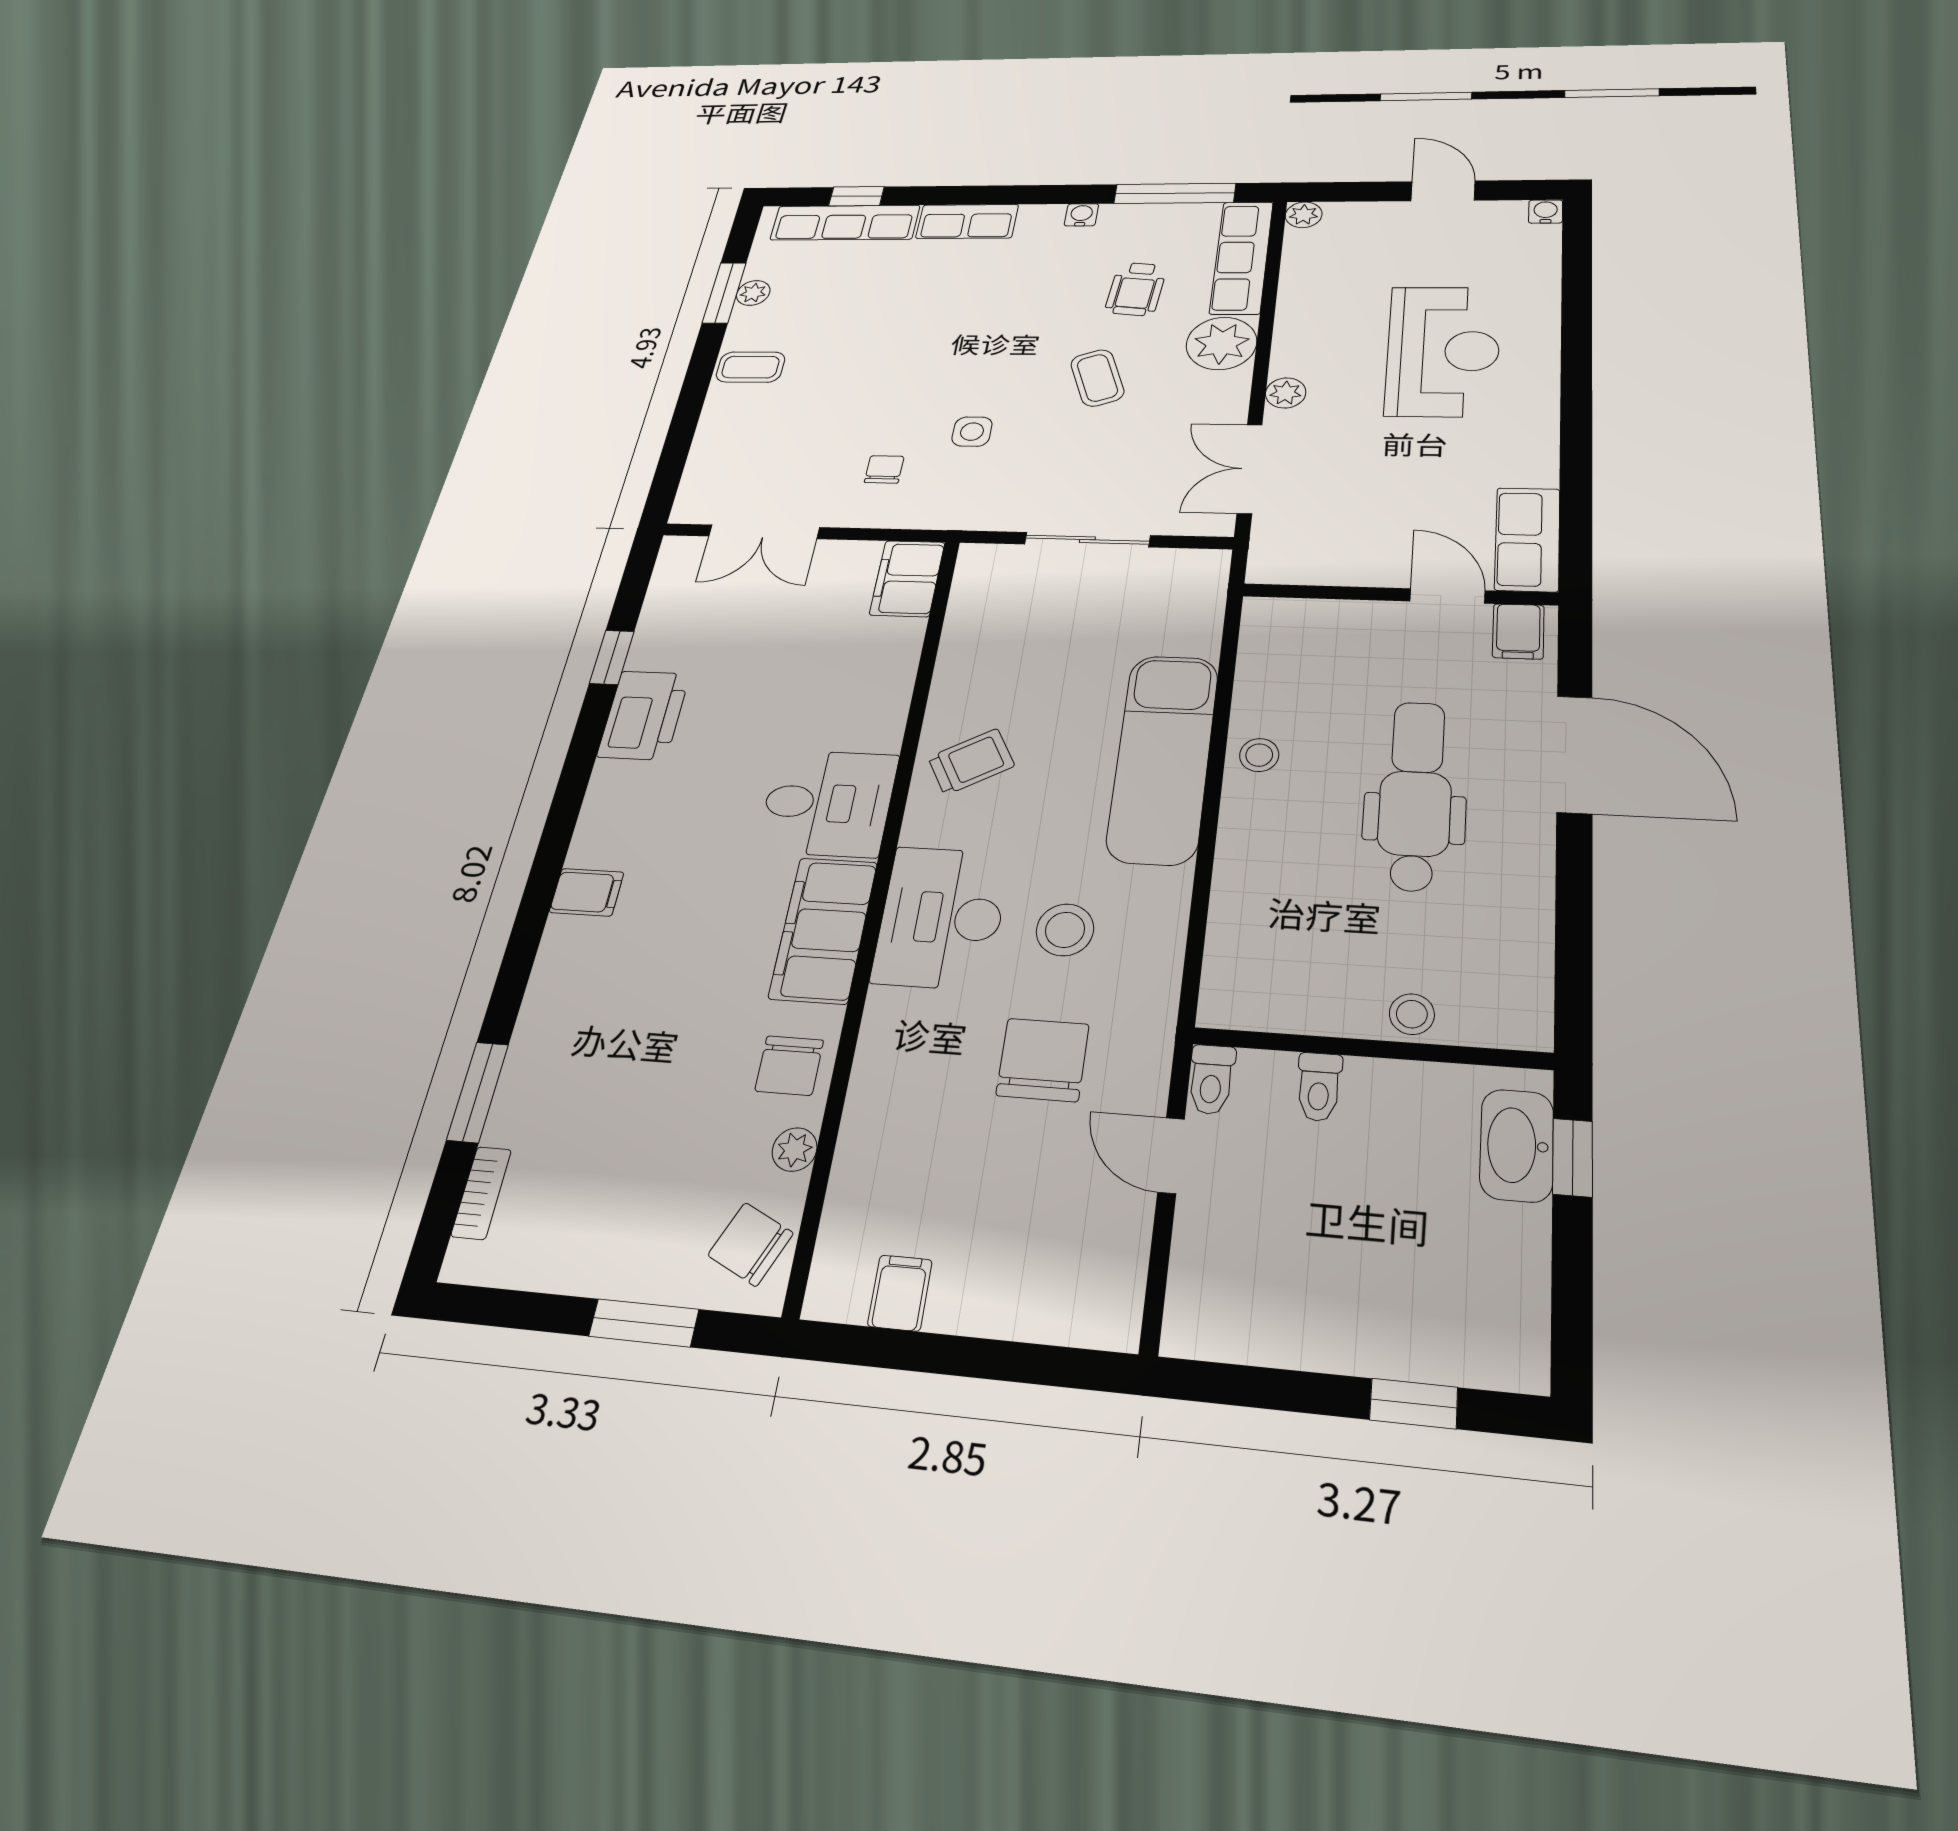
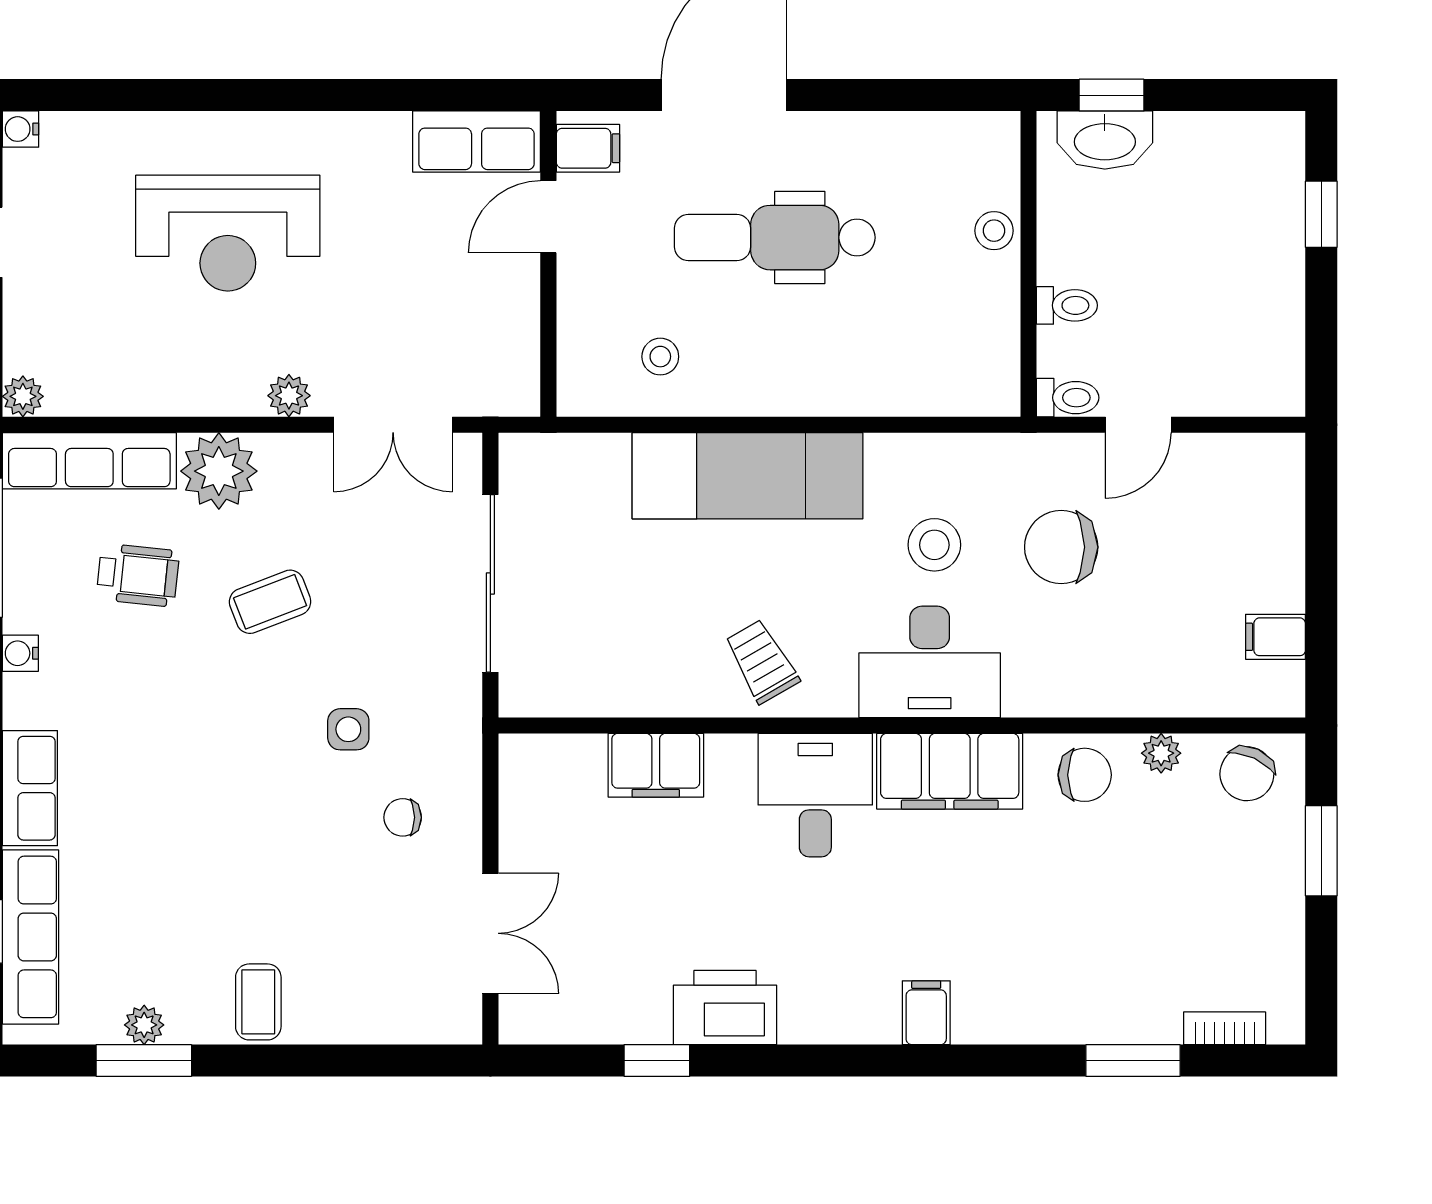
reception desk: (1443, 351) -> (228, 233), turned 180
sliding door: (1087, 540) -> (490, 583), width x1.37
filing cabinet: (907, 578) -> (656, 765), moved
stool: (1259, 755) -> (660, 357), moved

